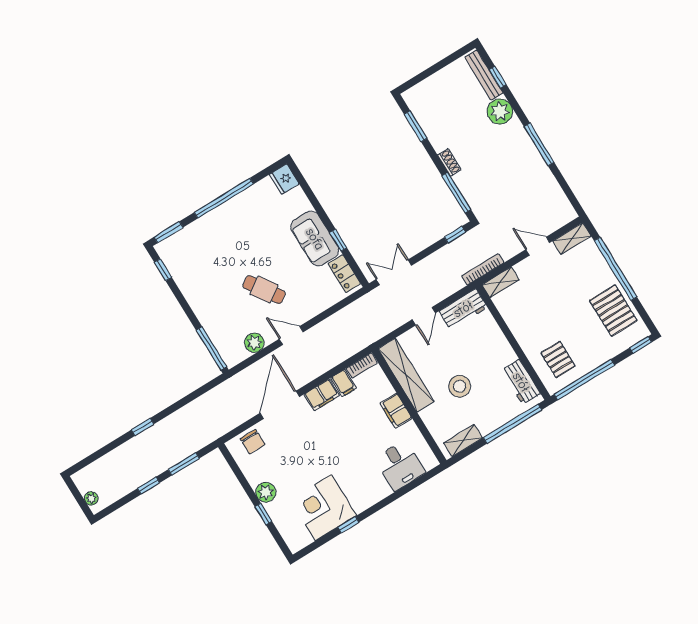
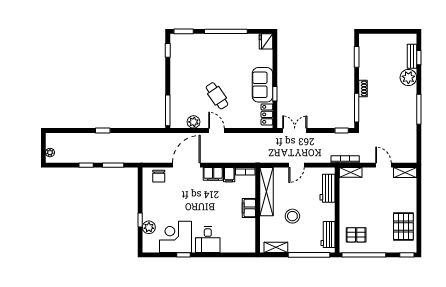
bench: (484, 75) -> (412, 56), width x0.73
window: (616, 269) -> (419, 204), removed
workbench: (463, 309) -> (327, 188), moved, turned 90
pallet: (558, 359) -> (356, 235), turned 90
desk: (400, 465) -> (208, 240), moved
plant: (266, 492) -> (149, 227), moved

